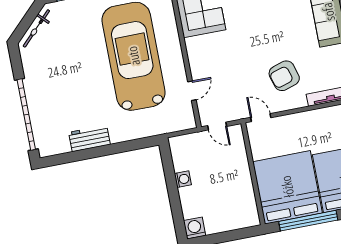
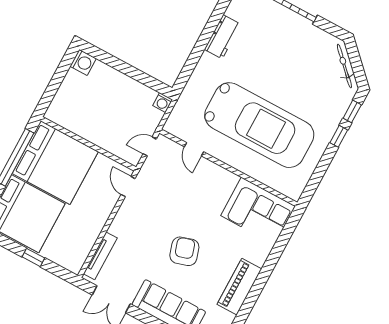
armchair: (284, 76) -> (184, 251), moved
door: (261, 118) -> (128, 187), swing flipped
washing machine: (183, 179) -> (163, 103), moved

